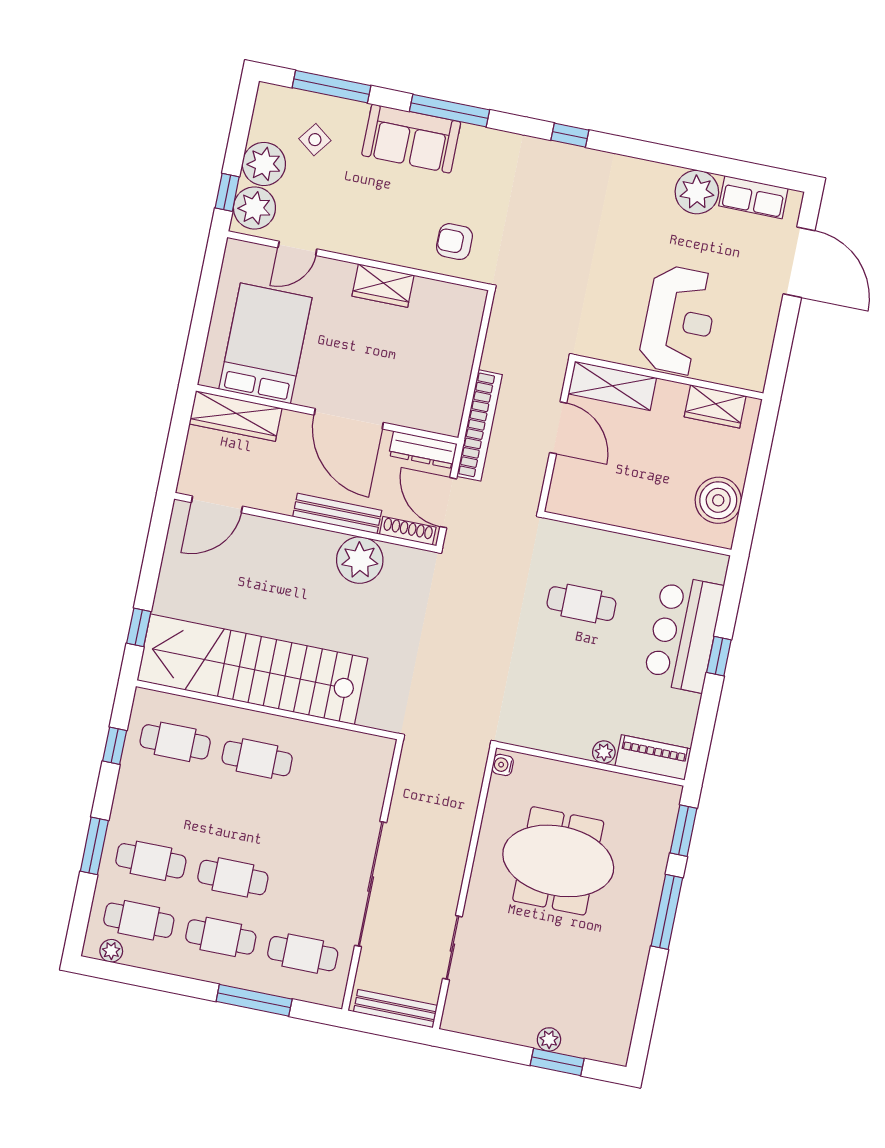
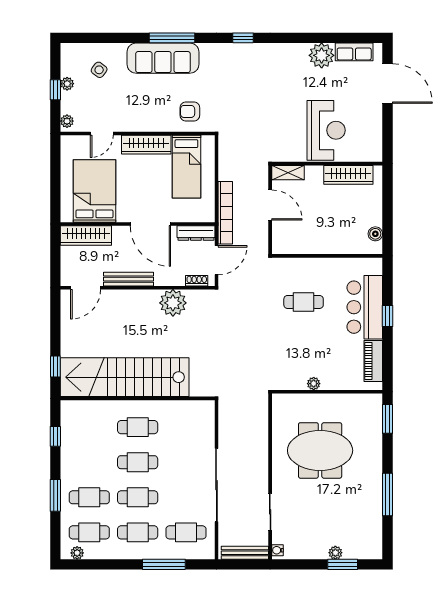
window: (331, 87) -> (102, 38), removed
sofa: (411, 139) -> (163, 58), width x1.36
plant: (264, 164) -> (67, 84), width x0.53, depth x0.53
window: (227, 192) -> (55, 90), moved
plant: (254, 208) -> (67, 121), width x0.53, depth x0.53
wardrobe: (383, 286) -> (146, 145), width x1.50
bed: (430, 334) -> (186, 167), added
shelving: (612, 386) -> (288, 173), width x0.67, depth x0.75
wardrobe: (715, 406) -> (348, 175), width x1.50
boiler: (718, 500) -> (375, 234), width x0.54, depth x0.54
door: (448, 503) -> (216, 260), swing flipped
bench: (337, 514) -> (129, 279), moved
shoe rack: (408, 531) -> (197, 281), width x0.70
cafe table: (175, 742) -> (138, 462), moved
plant: (604, 752) -> (314, 384), moved
piano: (653, 757) -> (373, 361), moved, turned -90
water cooler: (503, 765) -> (278, 550), moved
window: (667, 912) -> (388, 494), moved

